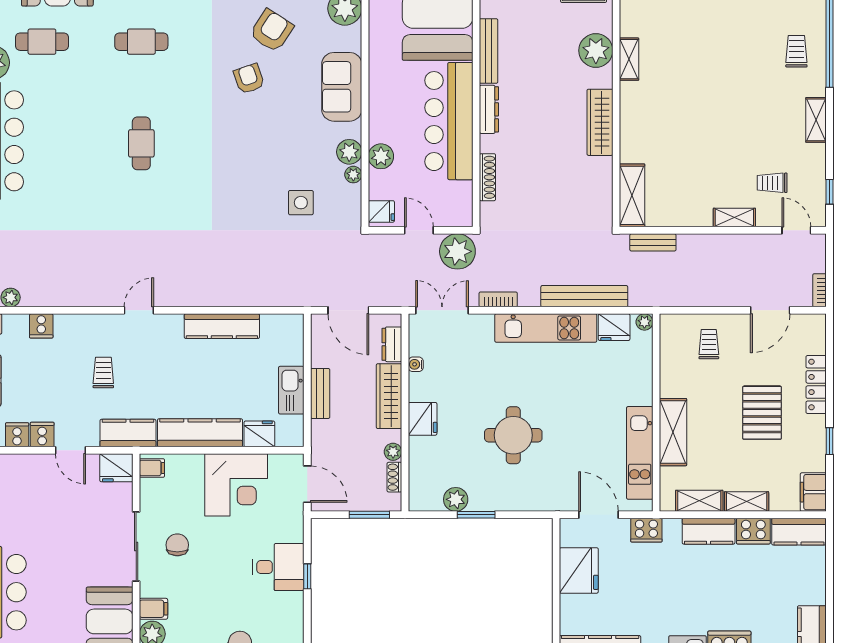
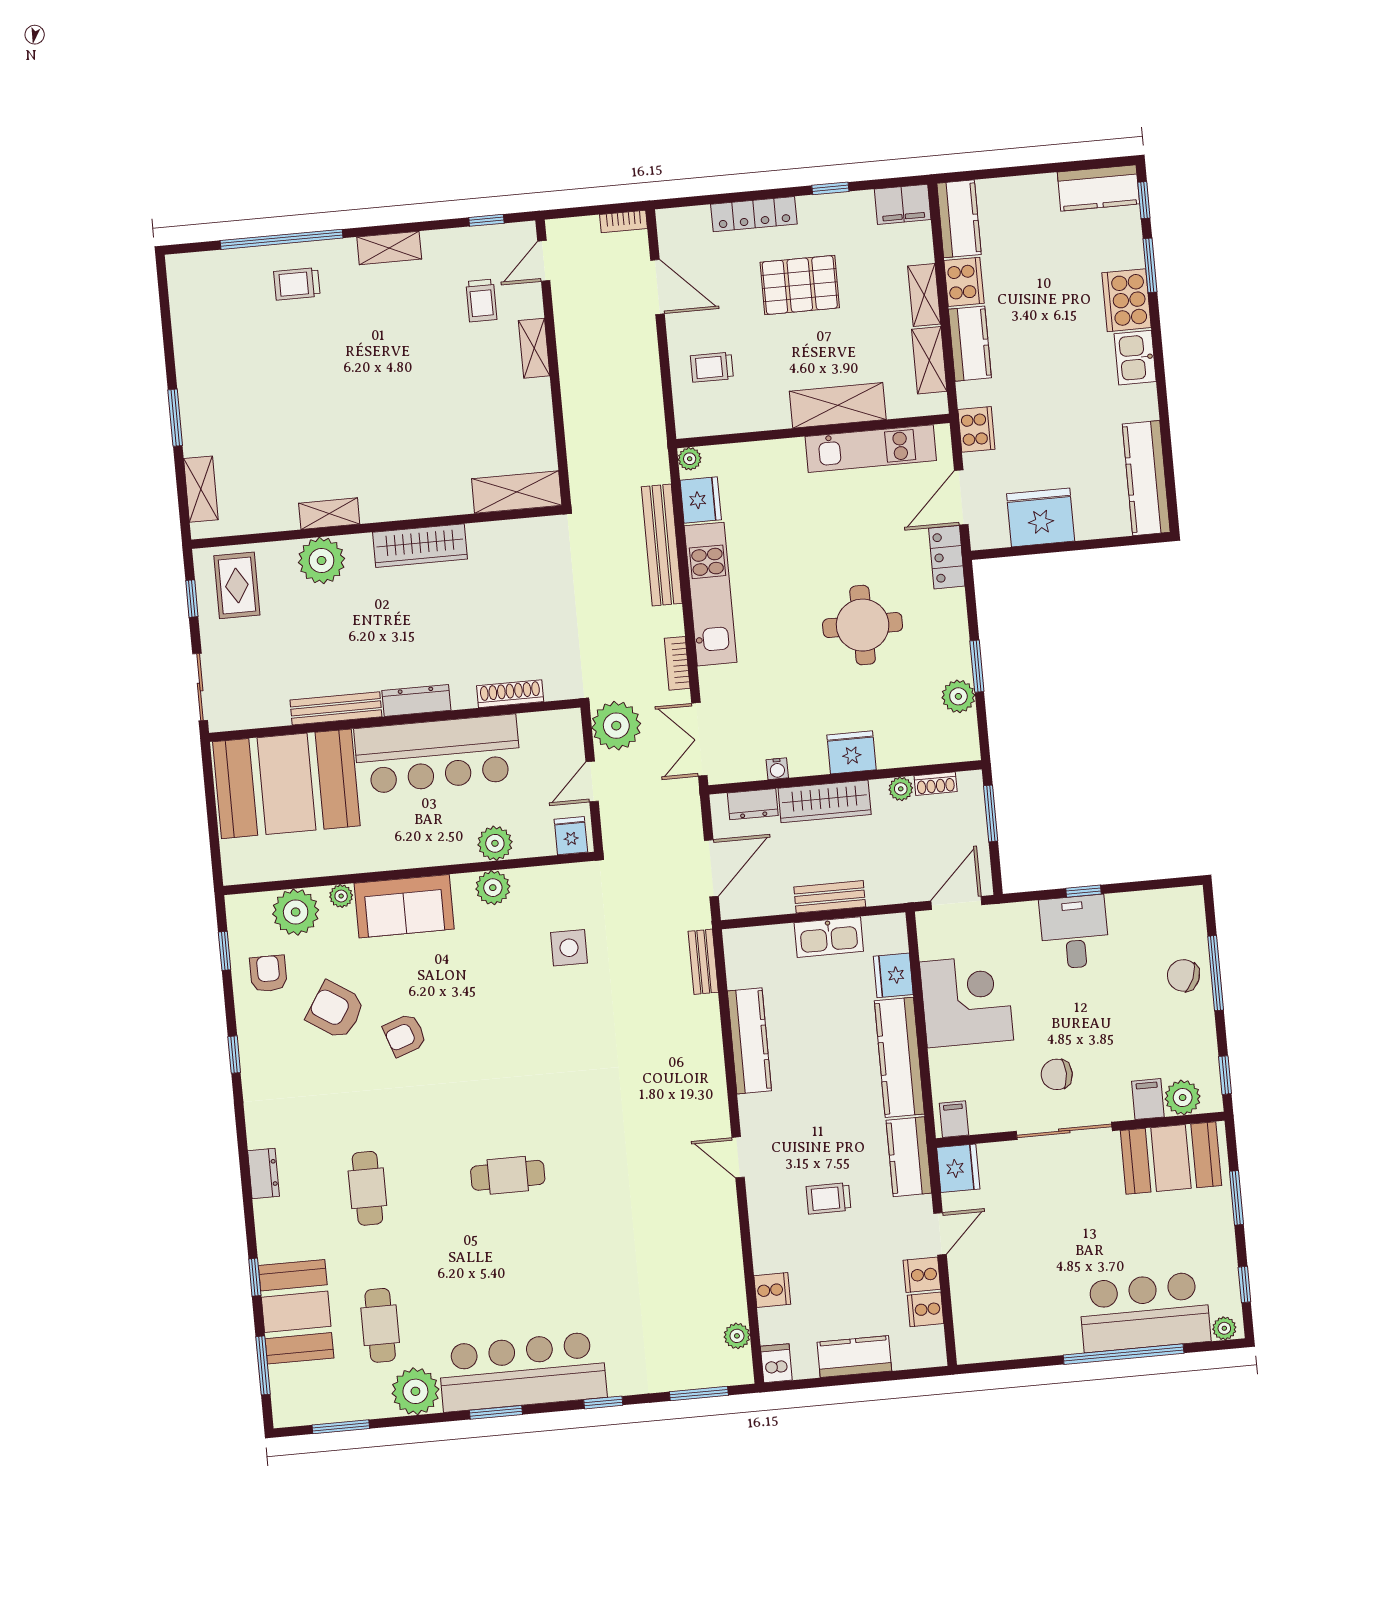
plant: (353, 175) -> (341, 896), moved
bench: (653, 242) -> (703, 962), moved
locker: (556, 500) -> (947, 557), added

